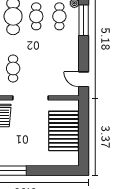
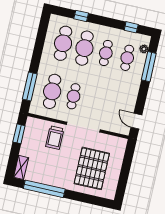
pallet: (63, 131) -> (92, 168), moved

